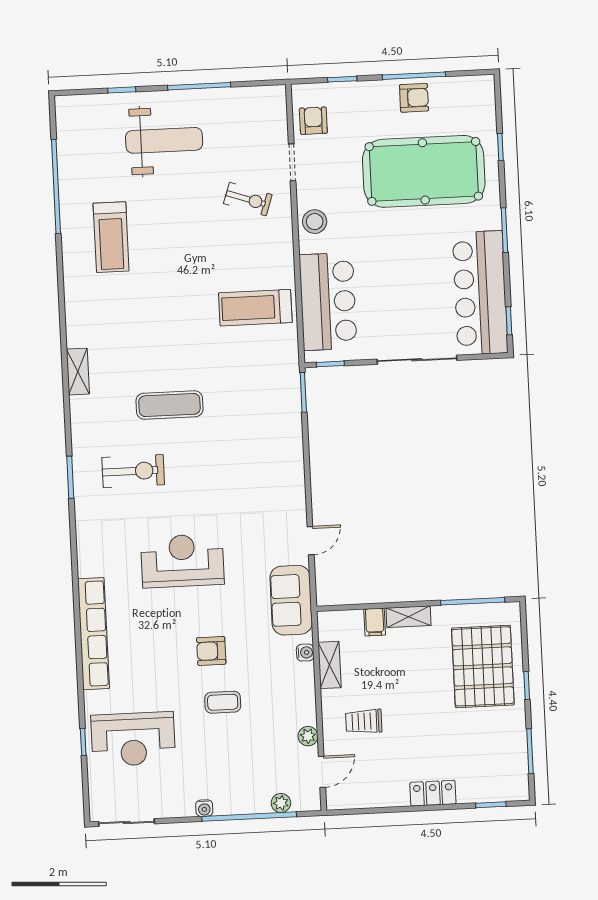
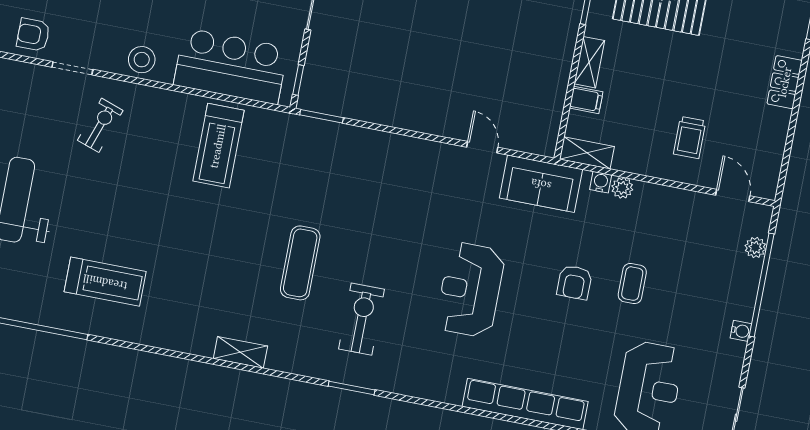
shelving: (330, 665) -> (587, 153), moved
plant: (308, 736) -> (622, 188), moved

